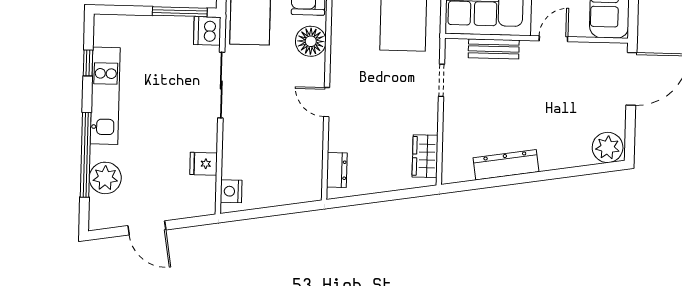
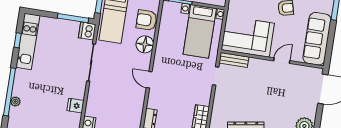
bench: (494, 49) -> (234, 60), moved
kitchen unit: (105, 96) -> (28, 41), moved
plant: (105, 178) -> (15, 102), width x0.53, depth x0.53

